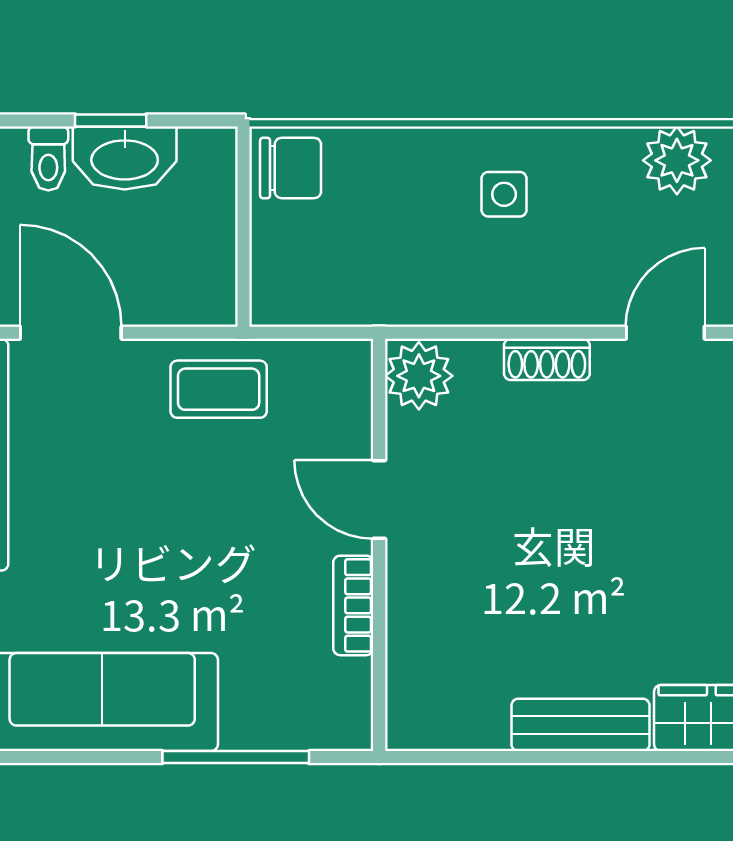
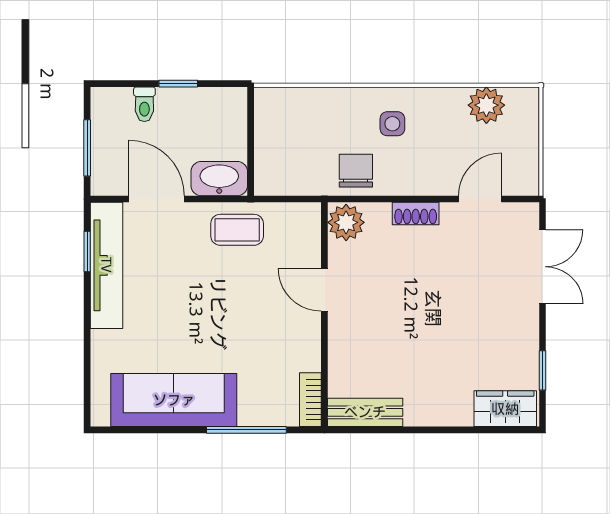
washbasin: (125, 158) -> (219, 179), moved, turned 180
chair: (291, 168) -> (356, 171), moved, turned -90
bookcase: (353, 605) -> (310, 400), moved
bench: (581, 725) -> (365, 412), moved

